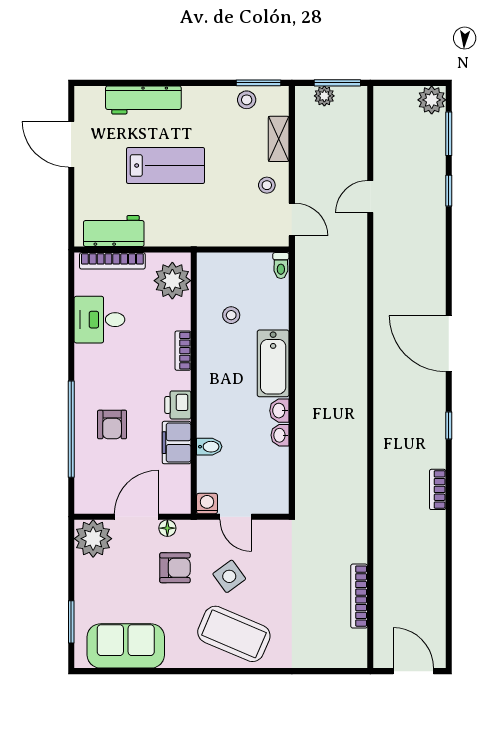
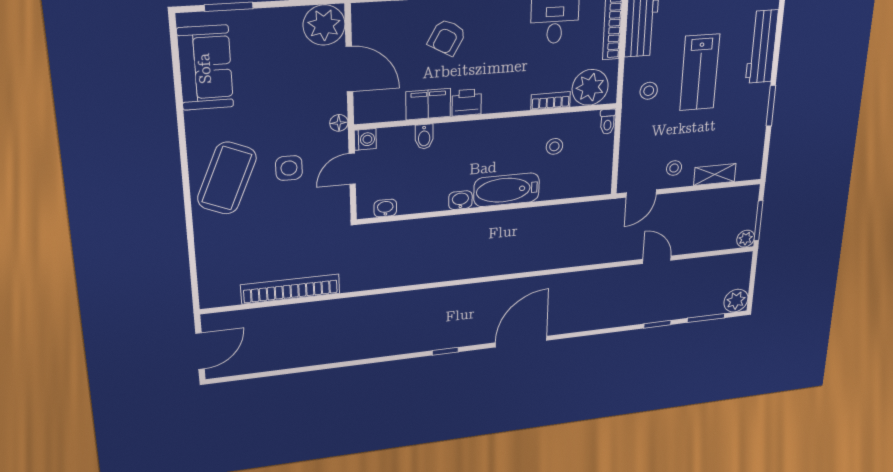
window: (258, 83) -> (771, 106), moved
plant: (324, 96) -> (746, 239), moved
stool: (247, 100) -> (649, 91), moved
toilet: (281, 266) -> (608, 122), moved, turned -90
bookcase: (183, 351) -> (551, 101), moved
armchair: (112, 424) -> (447, 37), turned -61
washbasin: (280, 435) -> (385, 208), moved
bookcase: (438, 489) -> (384, 350), removed
floor lamp: (167, 528) -> (339, 123), moved
armchair: (175, 568) -> (296, 113), removed
side table: (229, 576) -> (289, 168), turned 36
bookcase: (359, 596) -> (291, 289), width x1.48, depth x1.31

